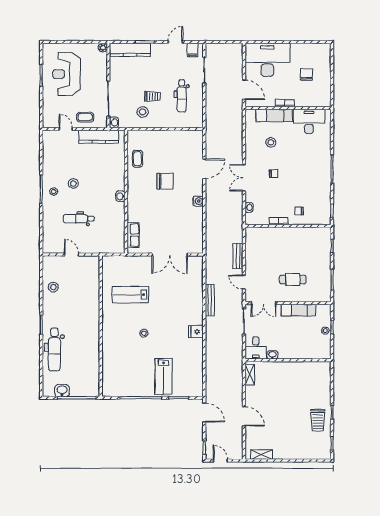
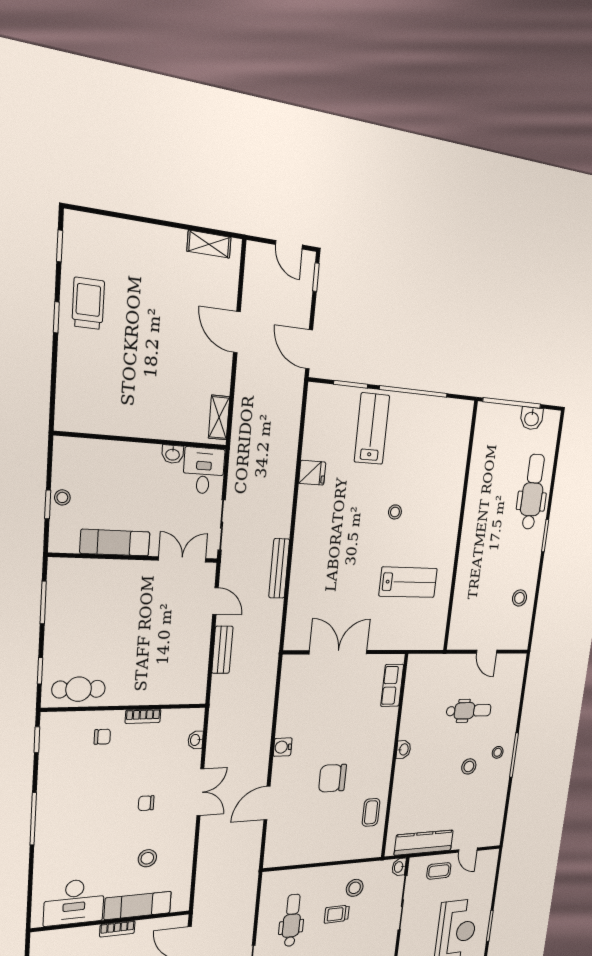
cafe table: (293, 280) -> (79, 689), moved
fridge: (196, 332) -> (312, 473), moved

